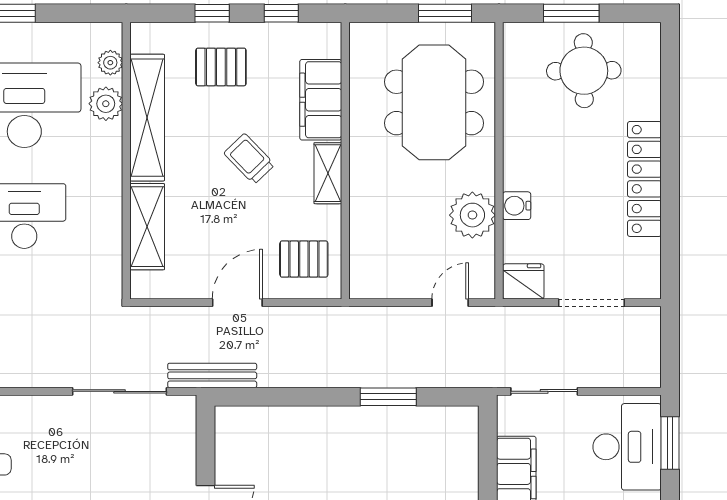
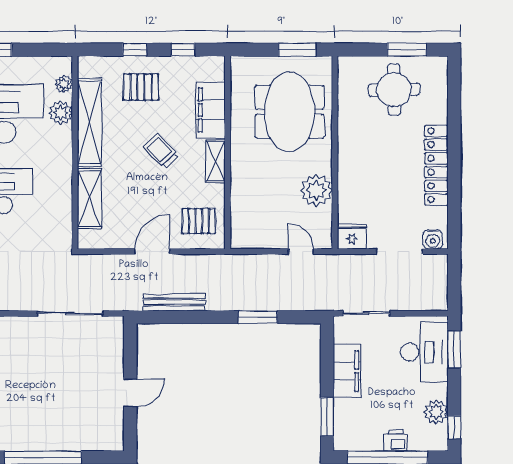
window: (571, 13) -> (407, 50), moved
water cooler: (517, 206) -> (433, 239), moved, turned -90
door: (450, 303) -> (301, 251), hinge flipped
bench: (212, 375) -> (174, 302), moved

